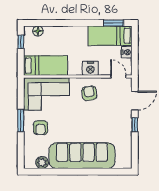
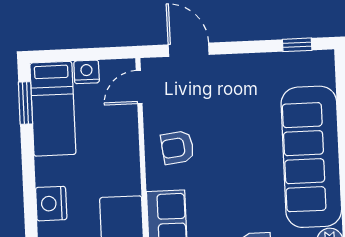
nightstand: (90, 68) -> (51, 204), moved, turned 180
window: (135, 125) -> (297, 45), moved

